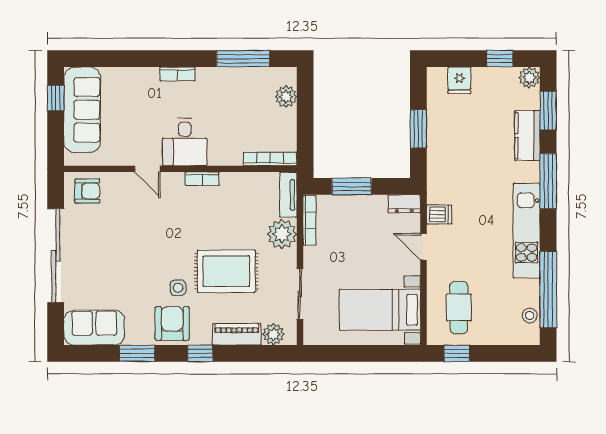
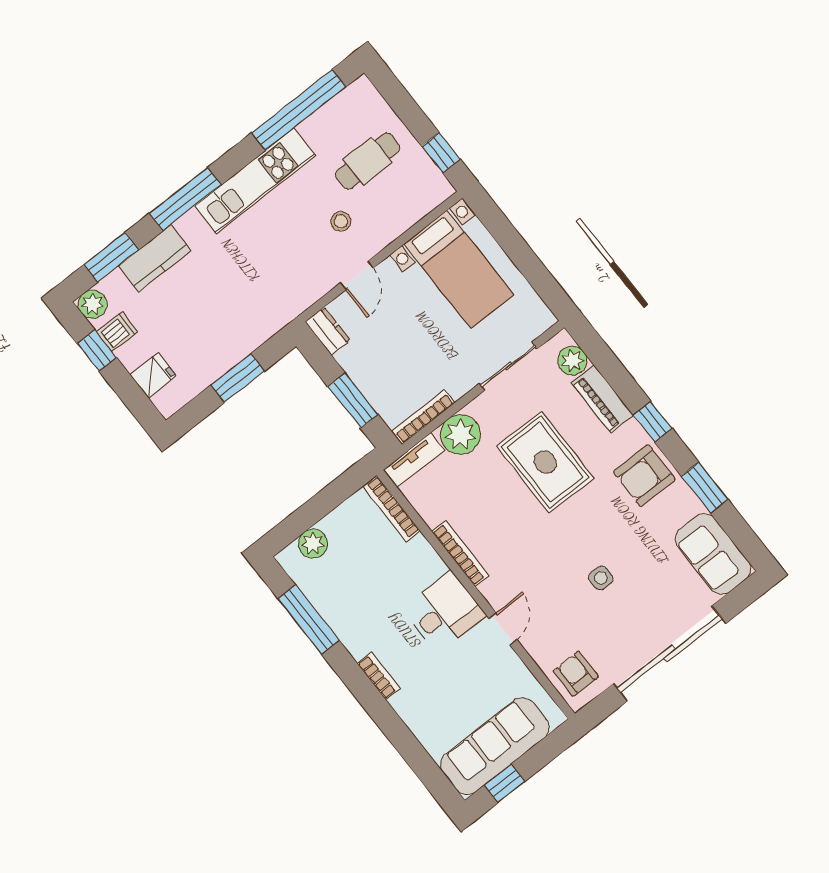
bookcase: (202, 179) -> (460, 553), width x1.56
dishwasher: (439, 214) -> (117, 332), moved, turned 90
side table: (178, 288) -> (601, 578), moved
cafe table: (459, 307) -> (368, 161), moved
stool: (530, 315) -> (341, 221), moved

